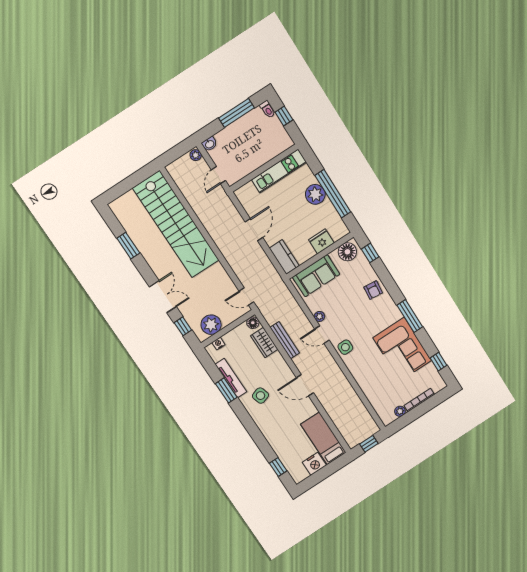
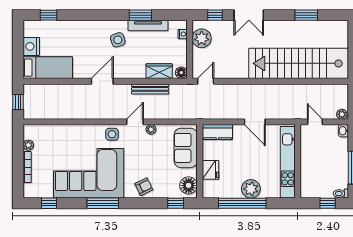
kitchen unit: (279, 171) -> (288, 162), width x1.36
armchair: (373, 290) -> (144, 187), turned 148
corner sofa: (402, 349) -> (89, 173), width x1.36, depth x1.36

